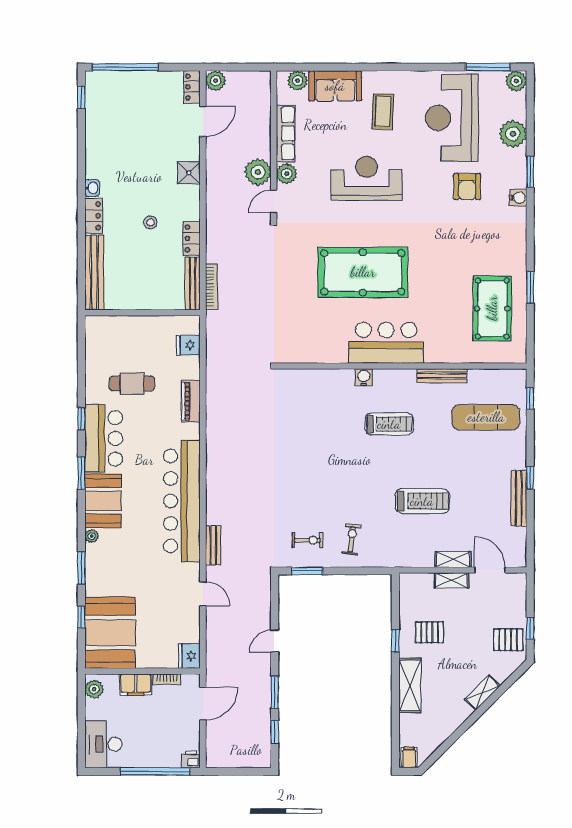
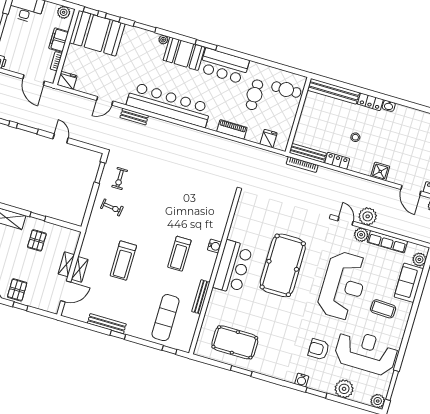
reception desk: (367, 178) -> (343, 286), width x1.36, depth x1.30
cafe table: (111, 340) -> (286, 90), added
window: (81, 419) -> (91, 11), moved

